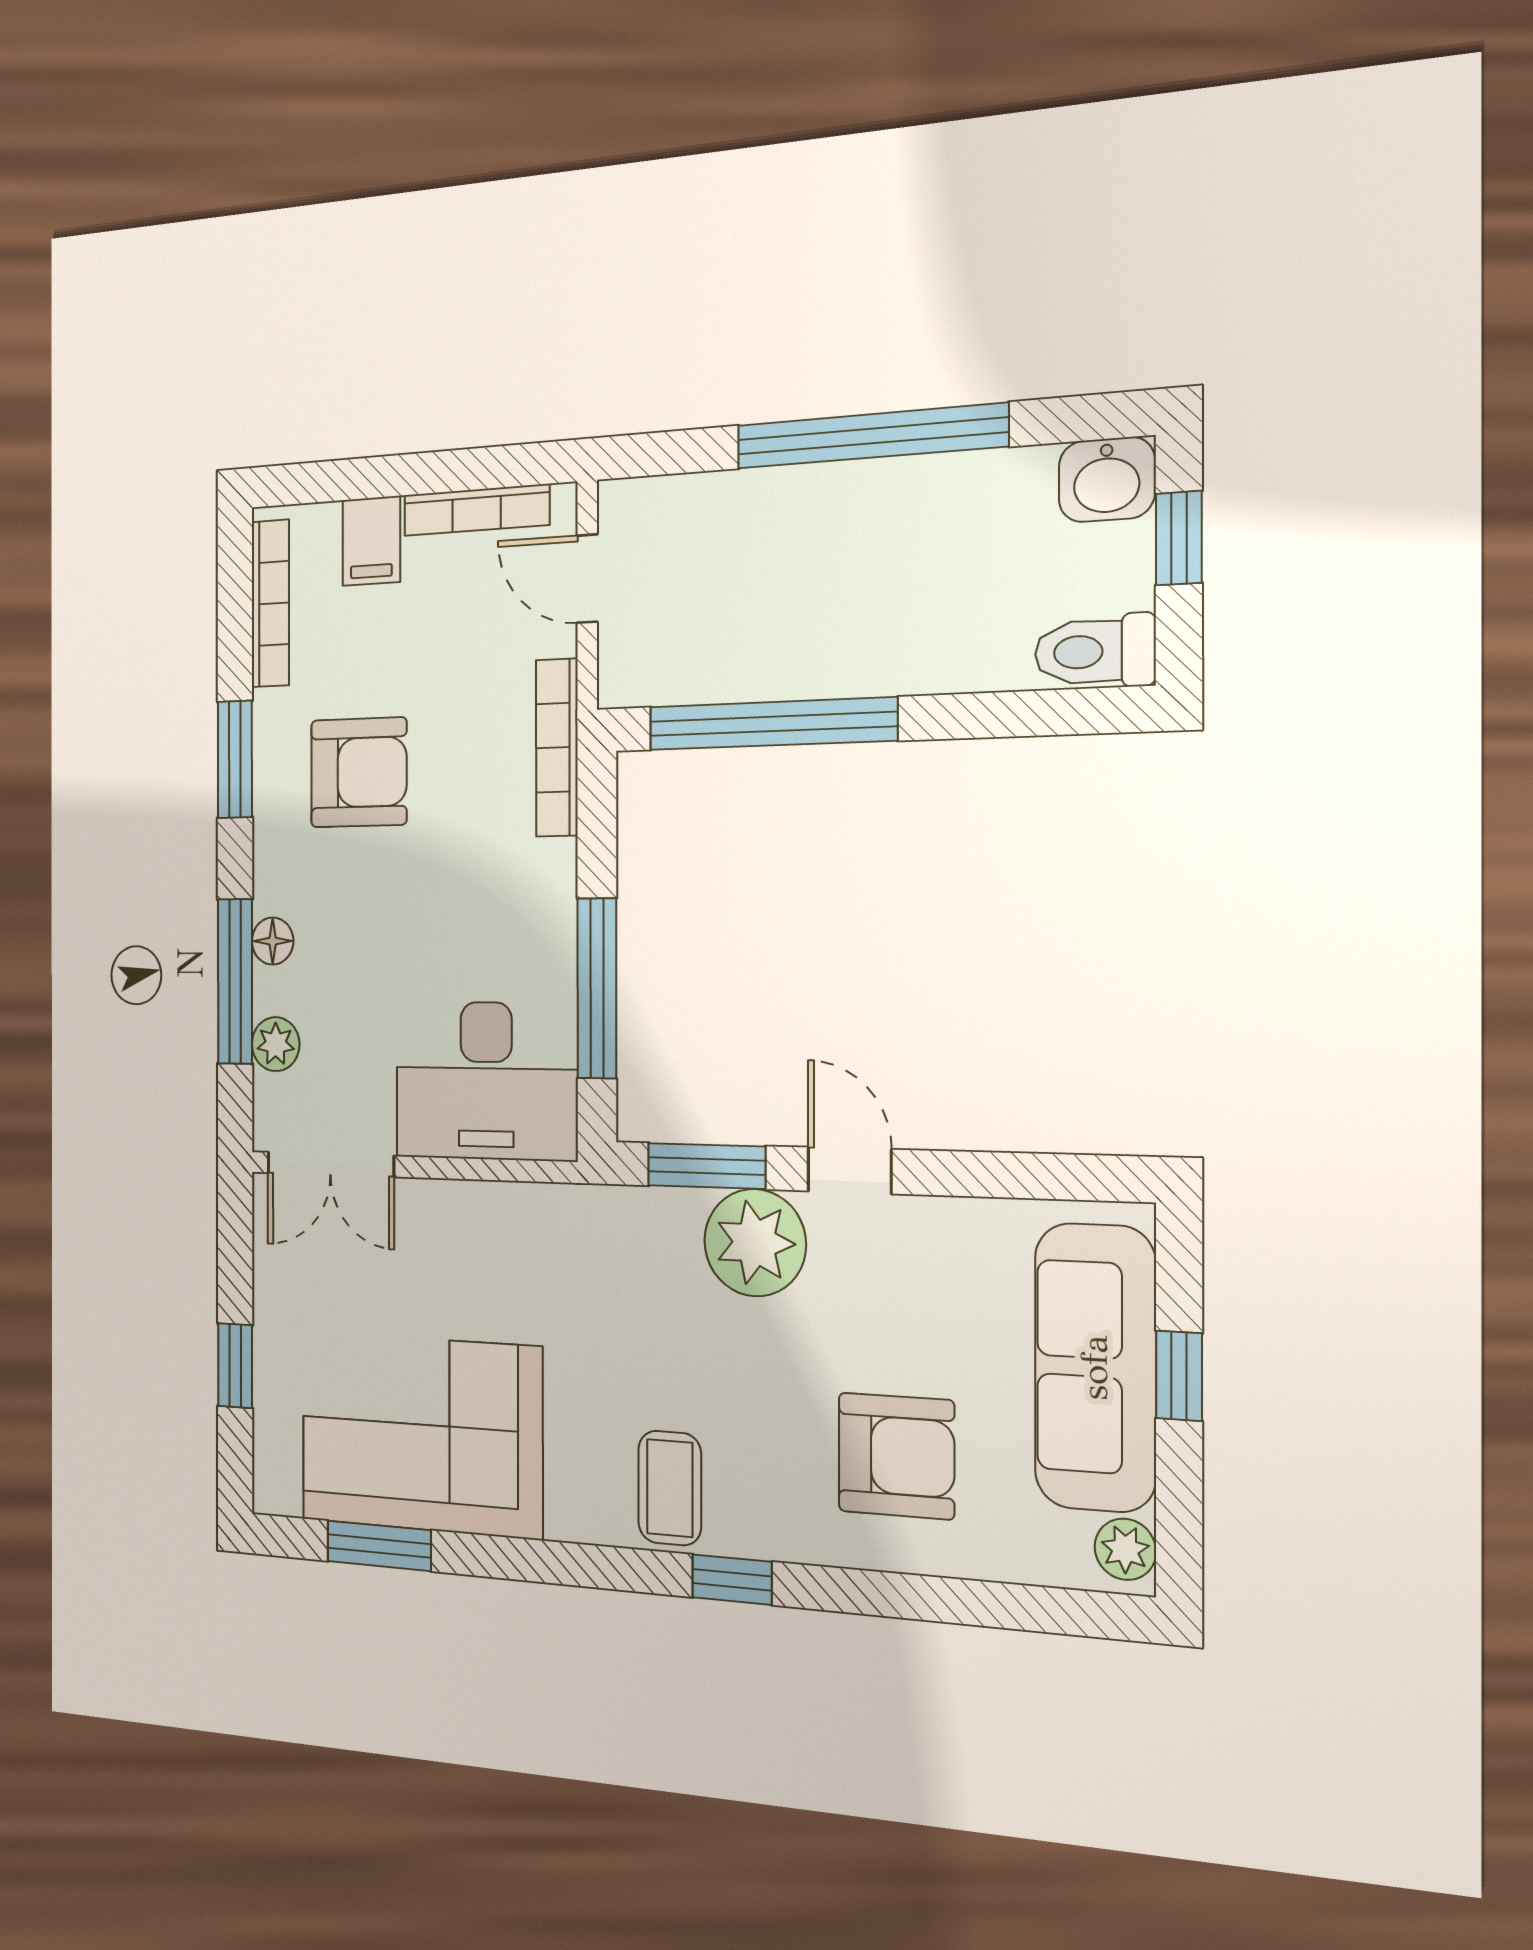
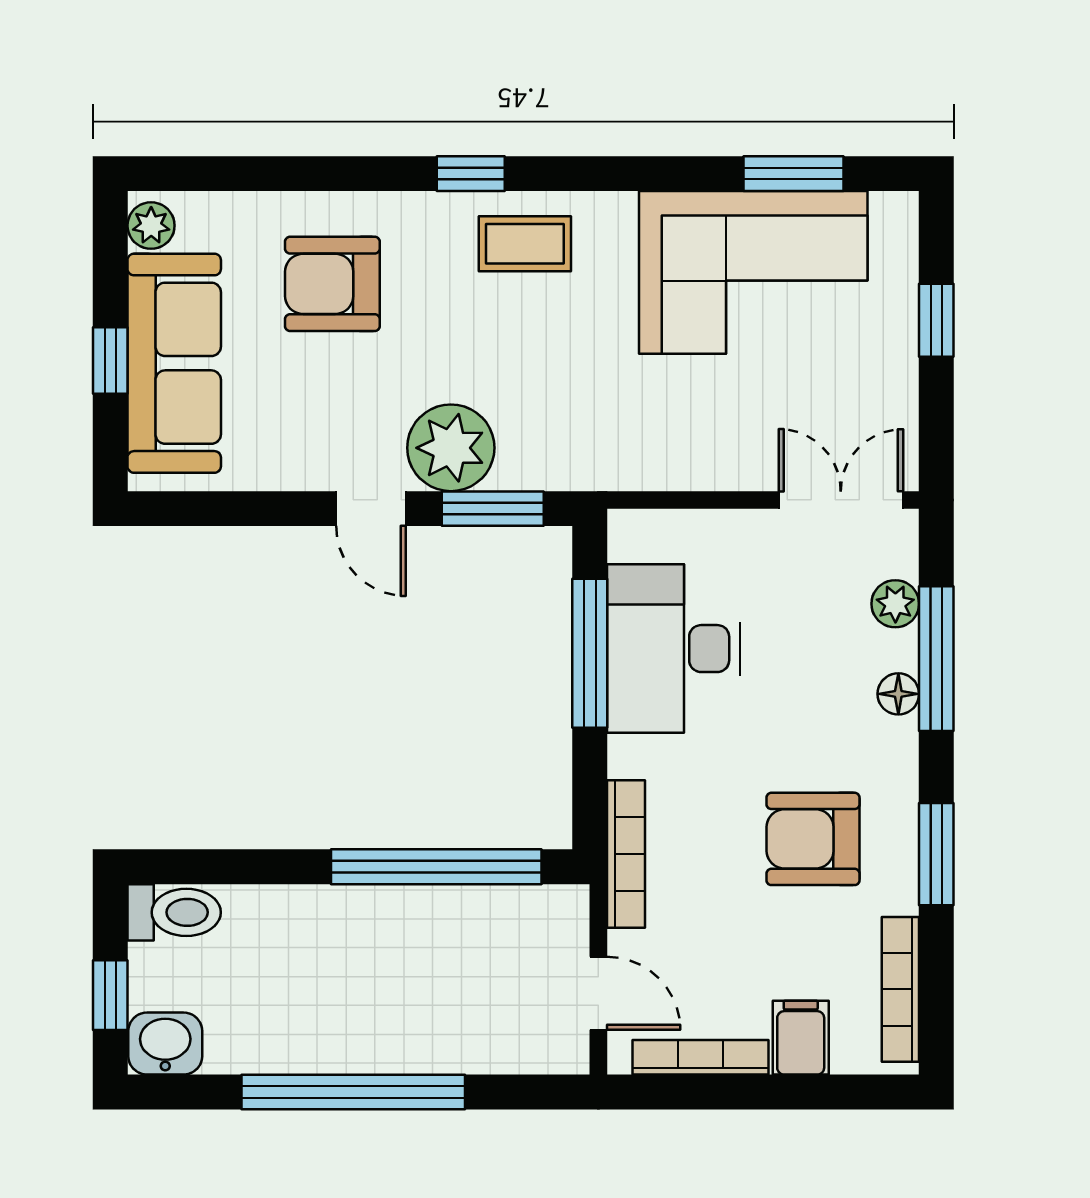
desk: (486, 1081) -> (673, 649), moved, turned -90
coffee table: (670, 1488) -> (525, 244), turned 90

